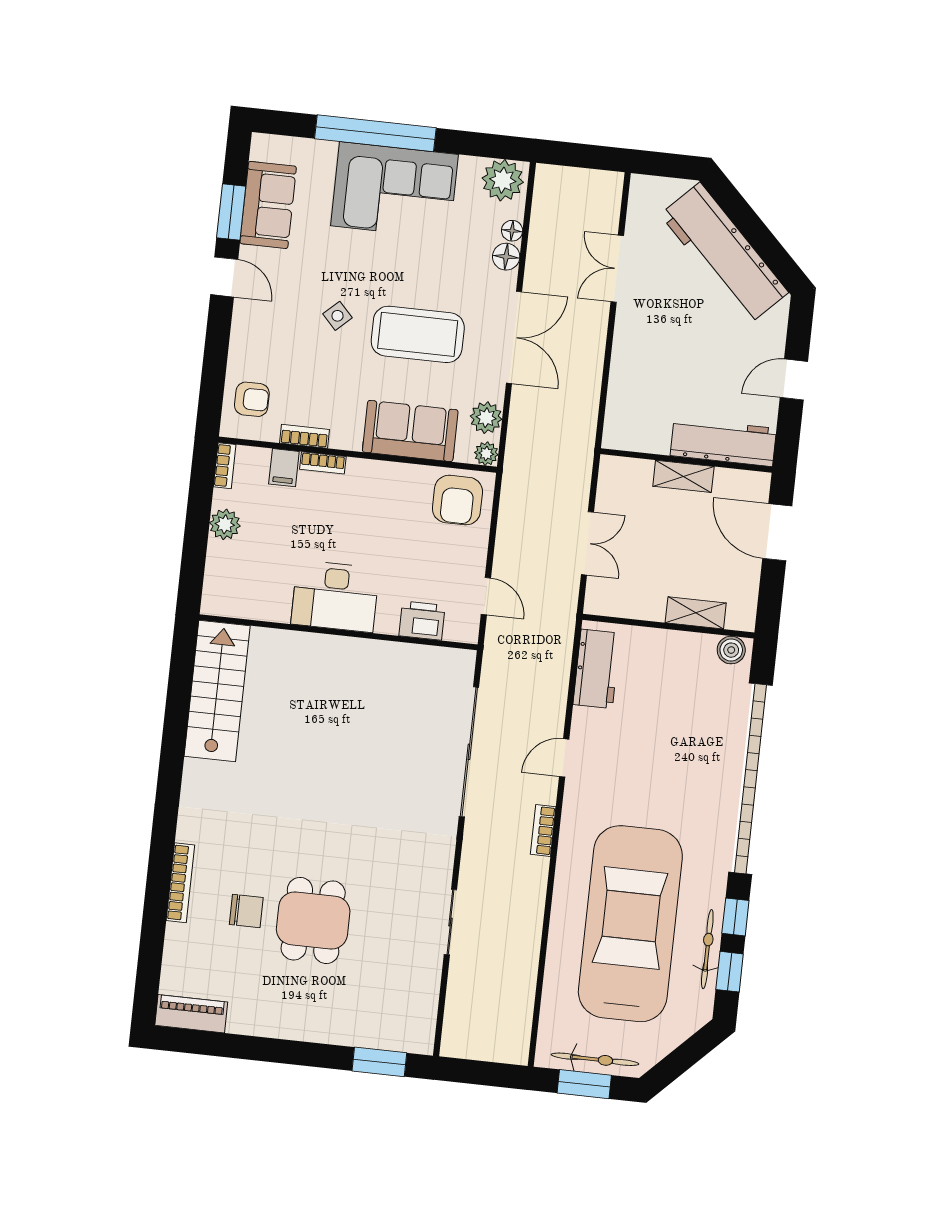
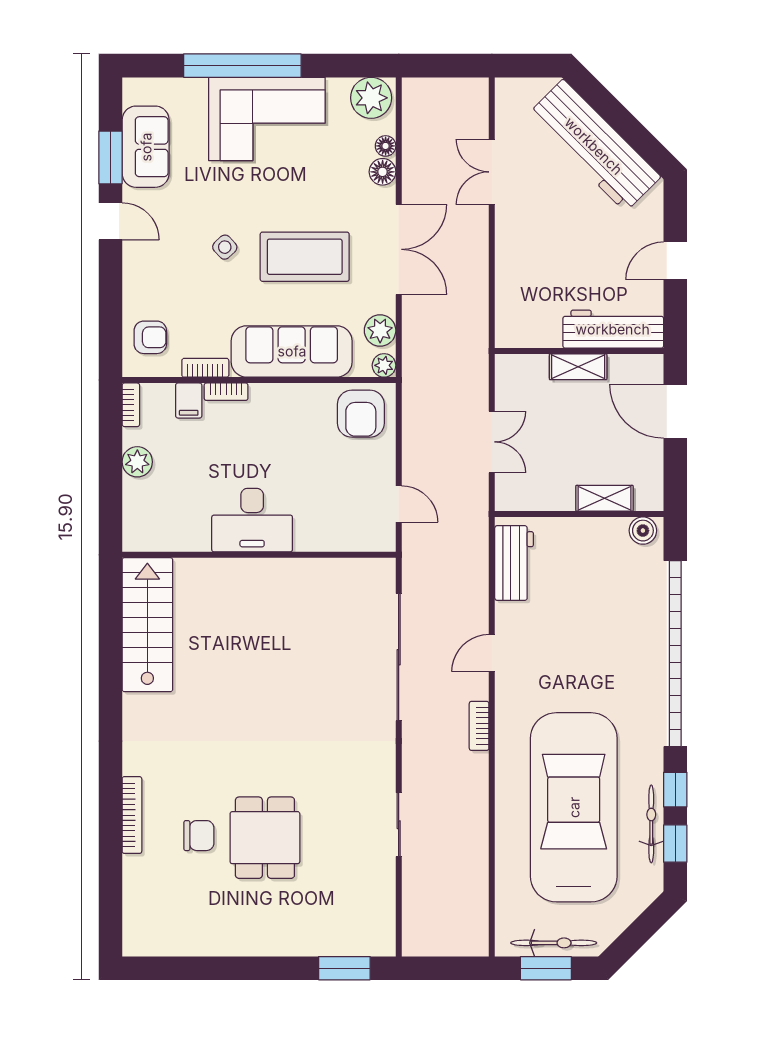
sofa: (410, 431) -> (292, 351), width x1.36
printer: (422, 621) -> (339, 535), removed
piano: (191, 1014) -> (156, 941), removed

